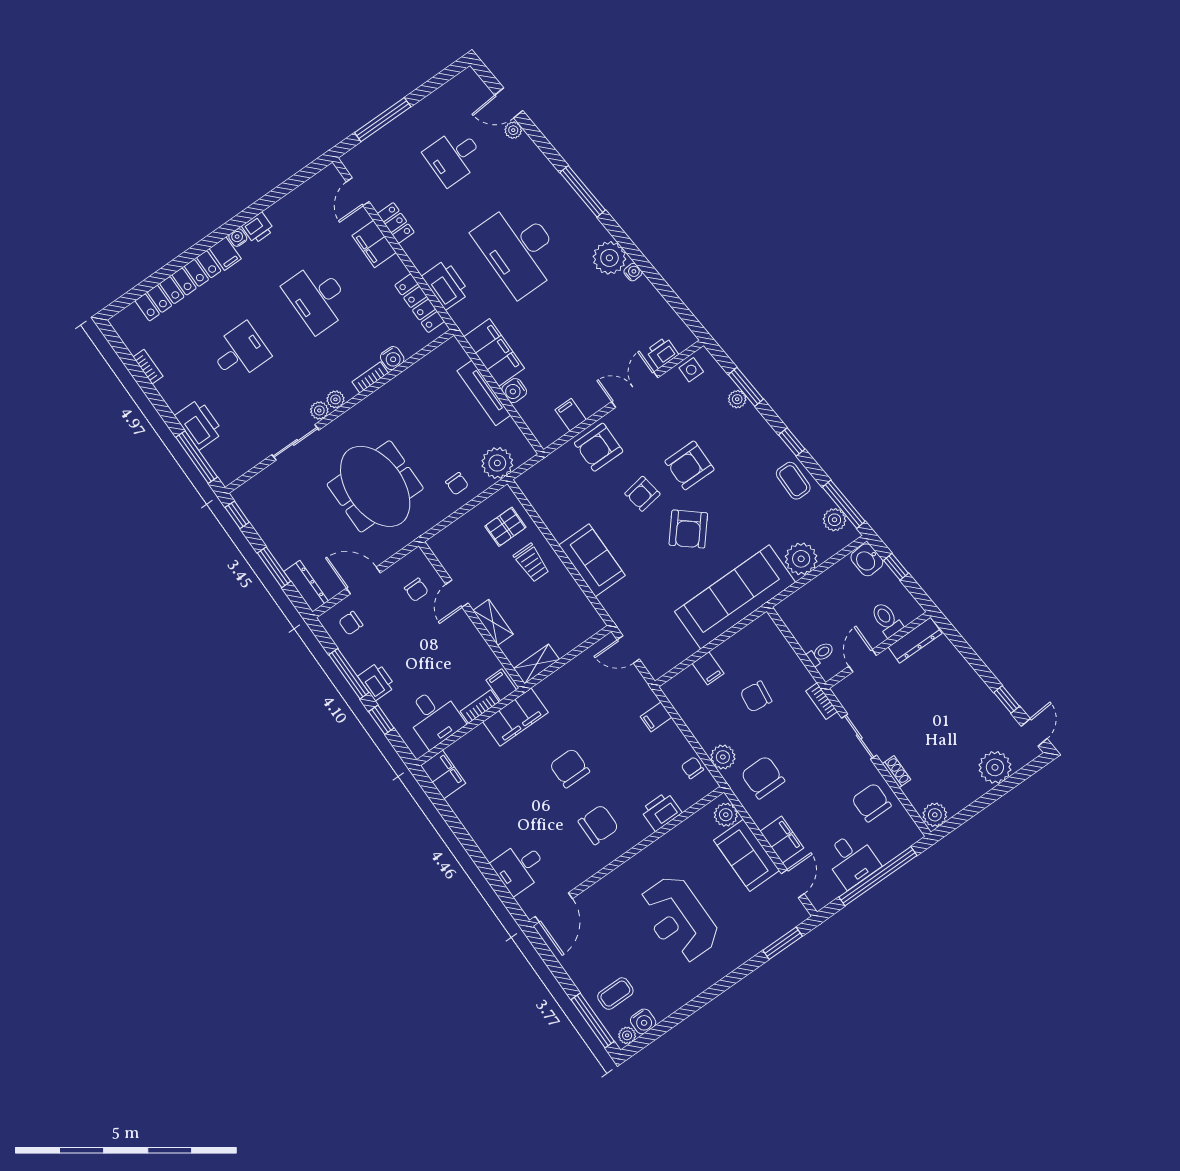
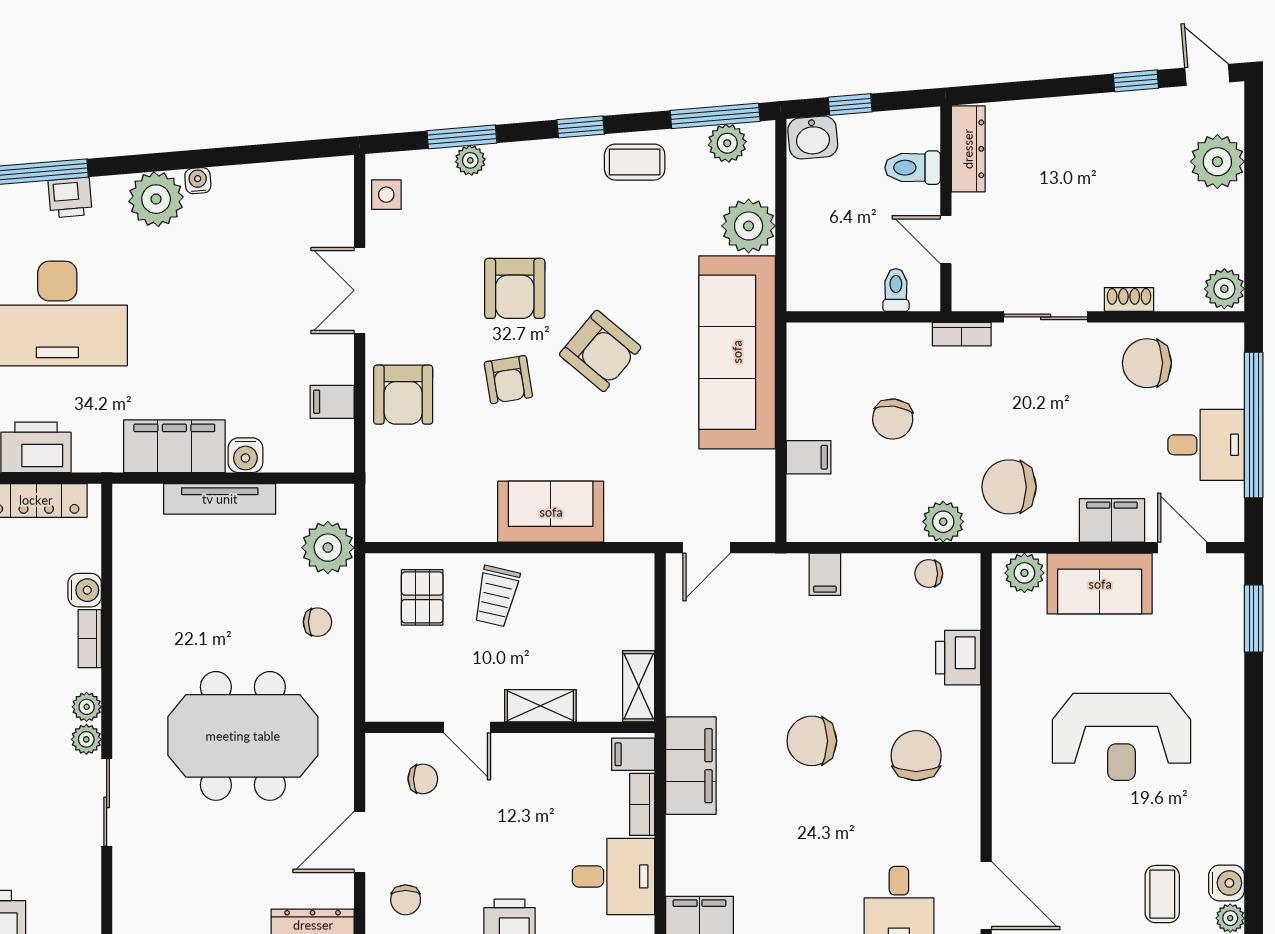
printer: (662, 353) -> (70, 197), moved, turned -95
trolley: (532, 563) -> (496, 596), turned 103

